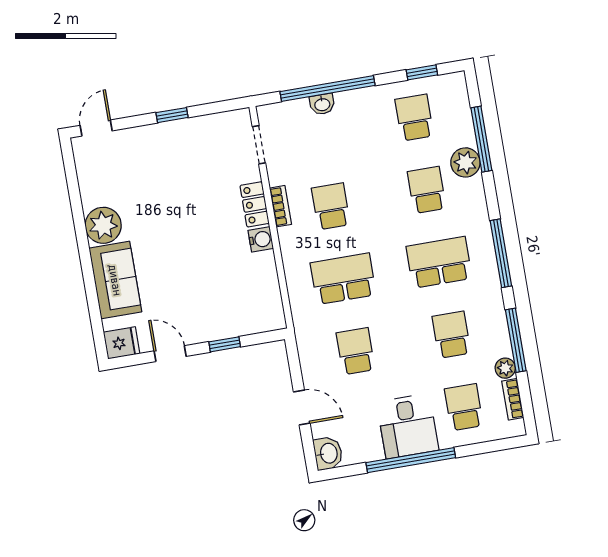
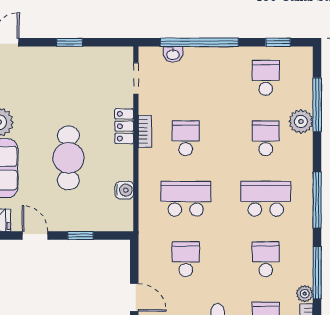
washbasin: (322, 104) -> (173, 54), moved
water cooler: (261, 239) -> (124, 190), moved
cafe table: (194, 254) -> (68, 158), added

